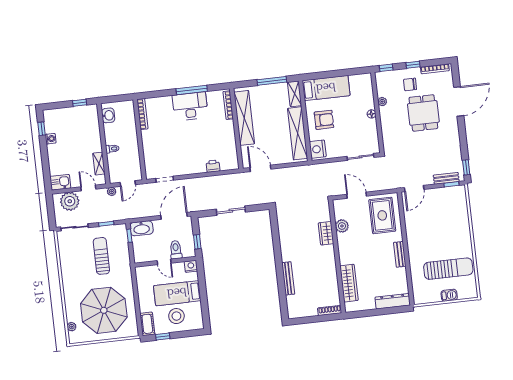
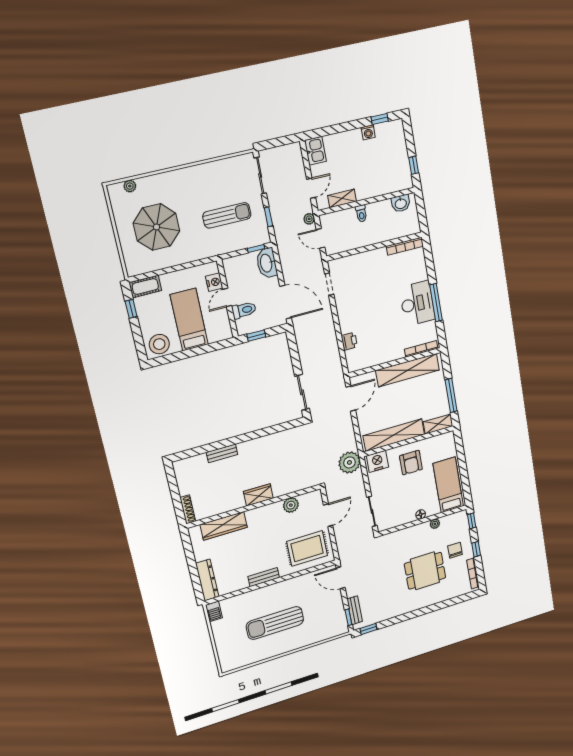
bed: (326, 88) -> (448, 485), moved, turned 180
door: (459, 101) -> (440, 606), removed
plant: (70, 201) -> (349, 462), moved
sliding door: (231, 211) -> (302, 392), moved
wardrobe: (326, 233) -> (258, 495), moved
nightstand: (191, 266) -> (214, 282), moved
sun lounger: (448, 269) -> (275, 623), moved, turned 90
bench: (288, 278) -> (222, 453), width x0.73
barbecue: (449, 295) -> (214, 611), moved
parasol: (104, 310) -> (157, 227), width x0.73, depth x0.73
stool: (176, 316) -> (159, 344), moved

